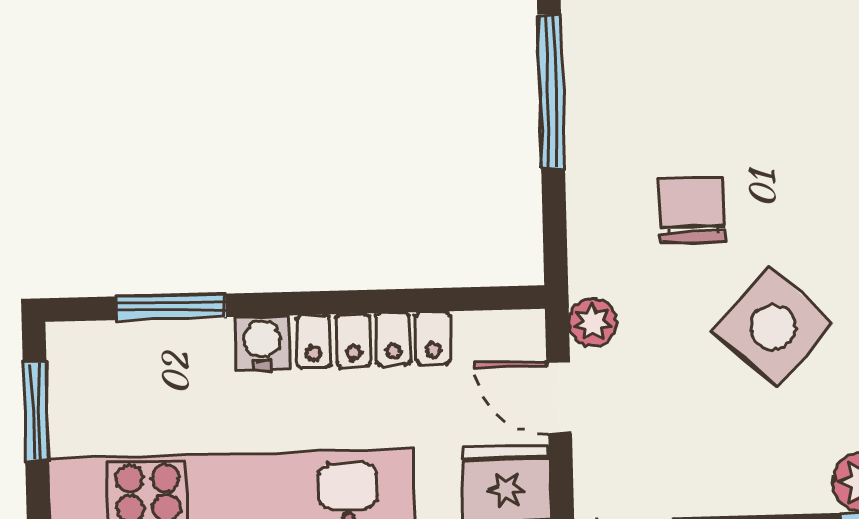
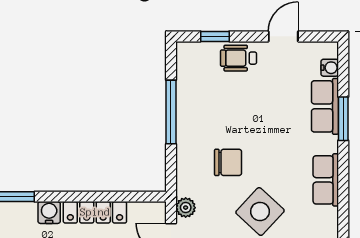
chair: (693, 210) -> (228, 162), turned 90

